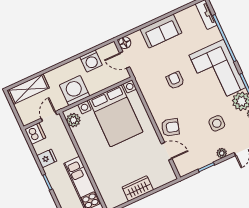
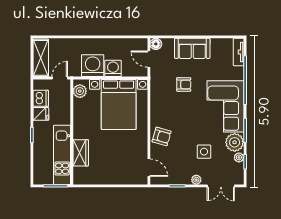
washing machine: (91, 61) -> (113, 68), moved, turned 180
armchair: (175, 80) -> (184, 84), moved, turned 90
shelving: (28, 89) -> (41, 58), moved, turned 90
dishwasher: (35, 133) -> (41, 98), moved
door: (167, 151) -> (149, 168), moved
wardrobe: (138, 189) -> (81, 153), moved, turned 90

